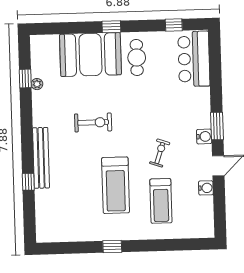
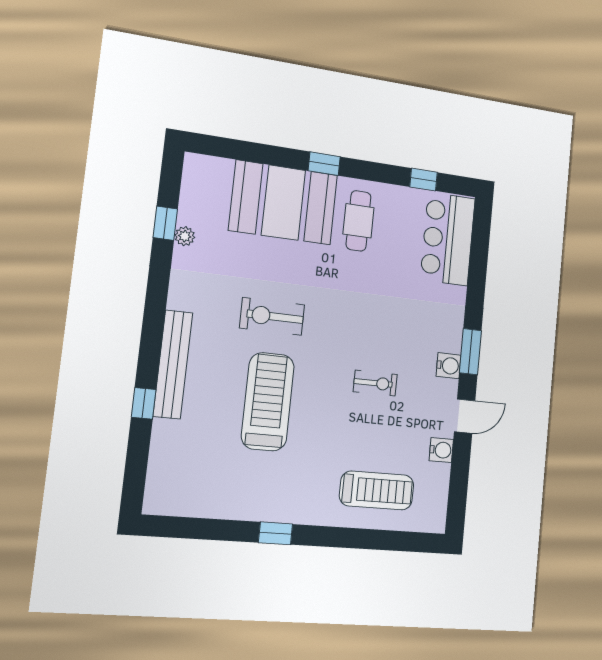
exercise bike: (93, 122) -> (272, 316), turned 180
exercise bike: (160, 153) -> (375, 383), turned 71
treadmill: (116, 185) -> (268, 402), moved, turned 180
treadmill: (161, 201) -> (377, 490), moved, turned -90

